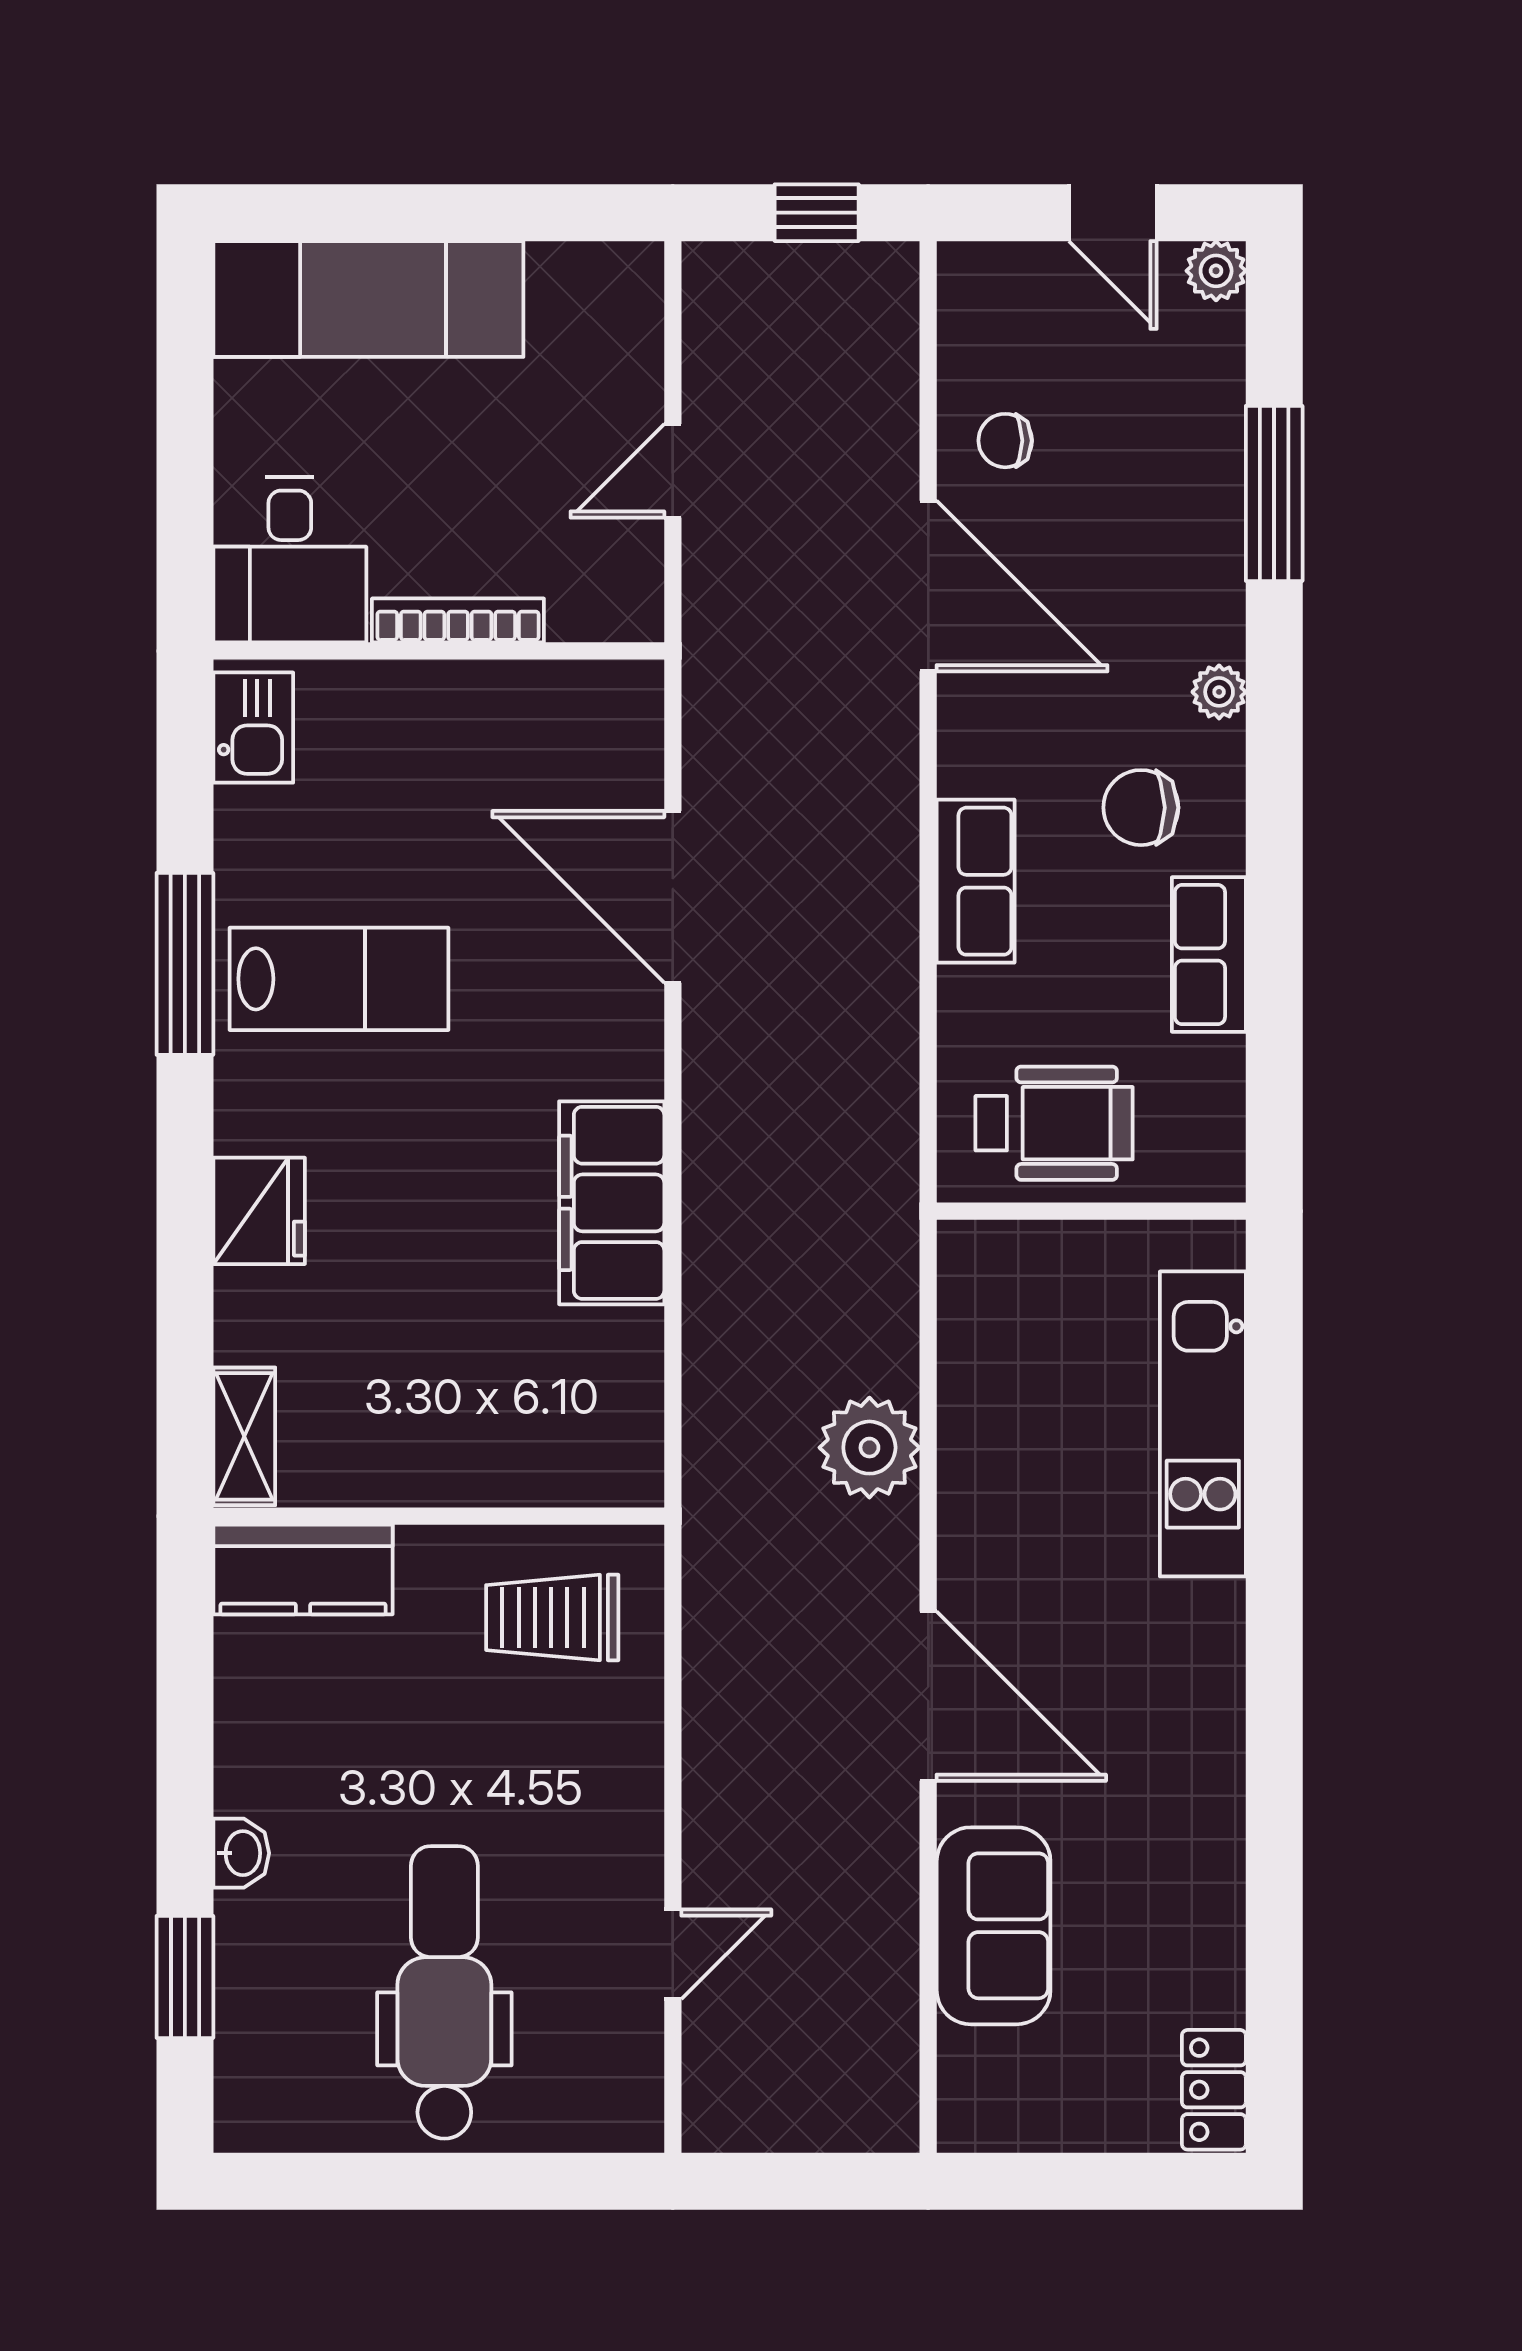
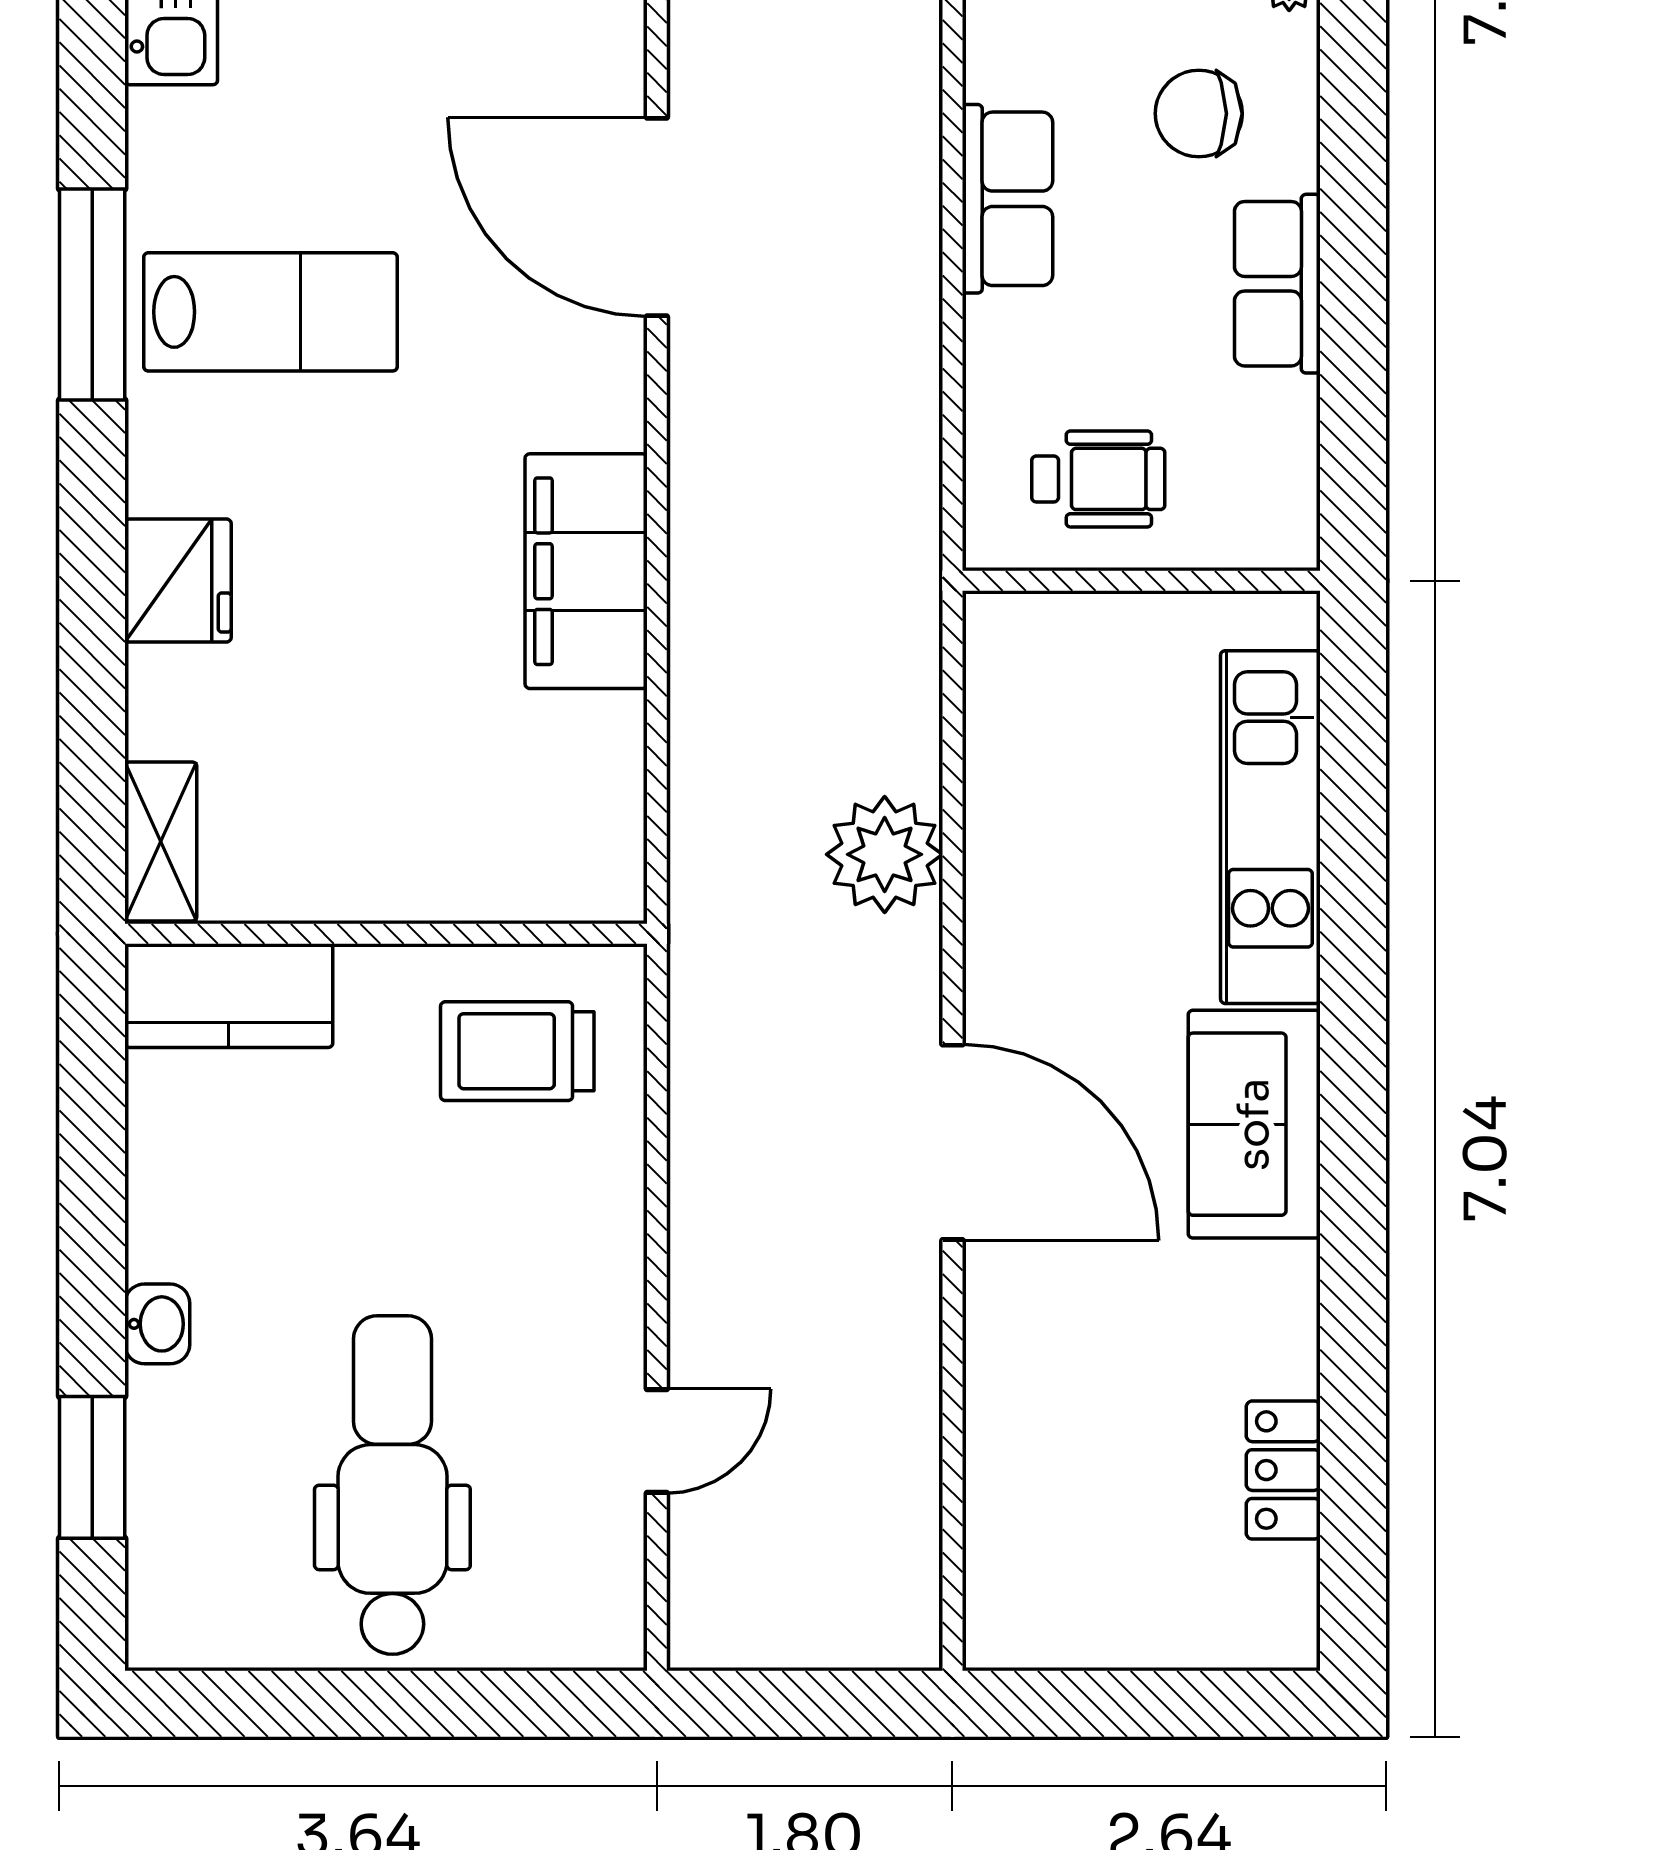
wheelchair: (1054, 1123) -> (1098, 479), width x0.73, depth x0.73
sofa: (994, 1926) -> (1254, 1124), moved, turned 180
locker: (1214, 2090) -> (1283, 1470), moved

